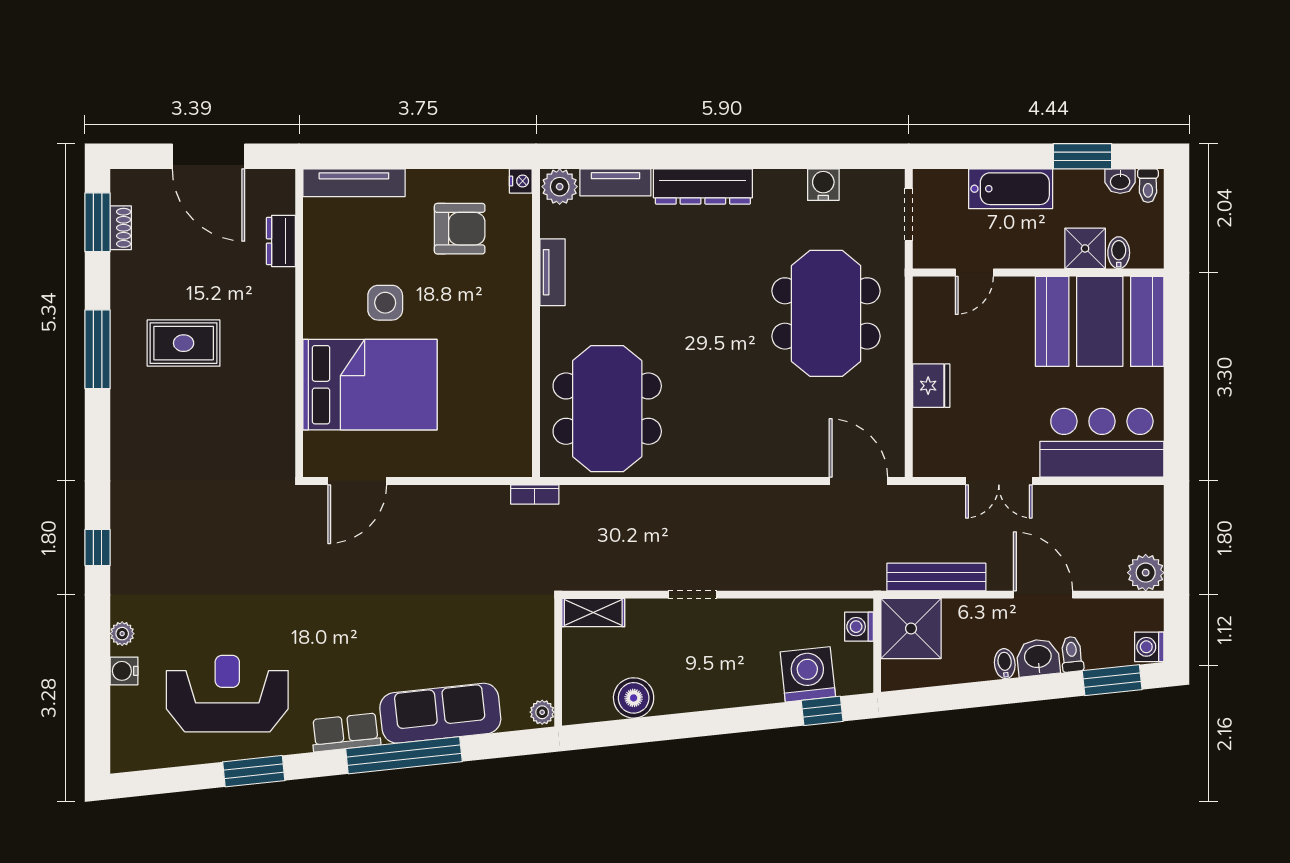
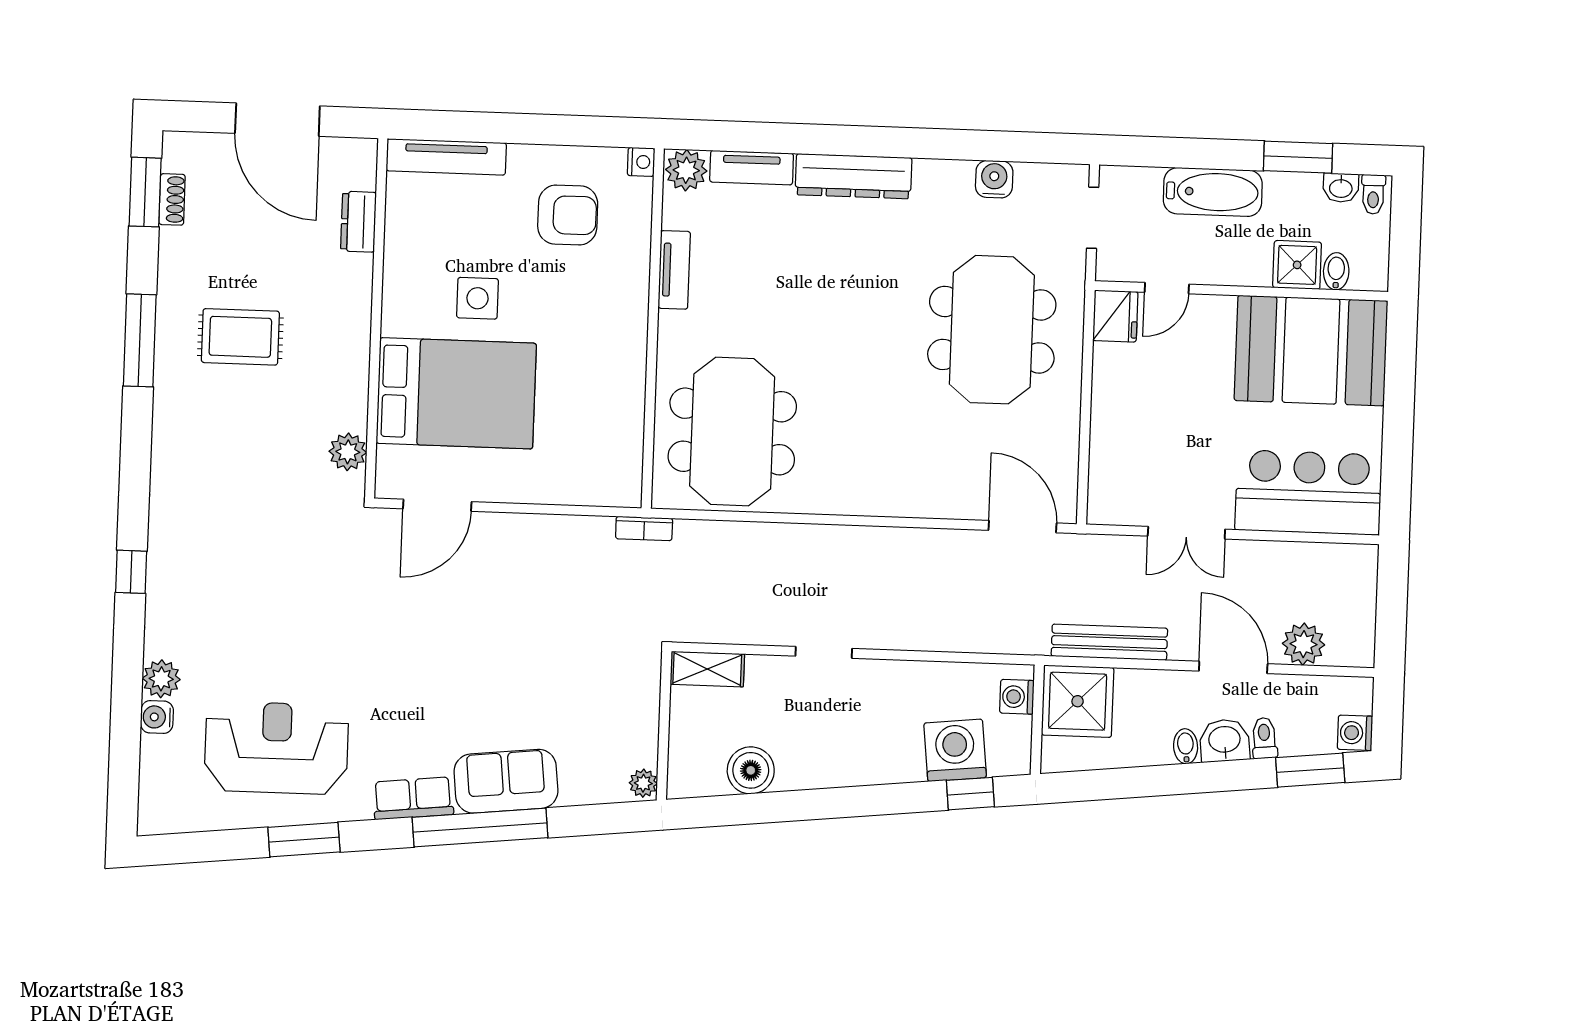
fridge: (931, 386) -> (1115, 316), moved
plant: (279, 438) -> (348, 452), added
plant: (1146, 573) -> (1304, 644), moved
plant: (122, 634) -> (161, 679), width x1.38, depth x1.38
sofa: (440, 713) -> (506, 781), width x0.73

